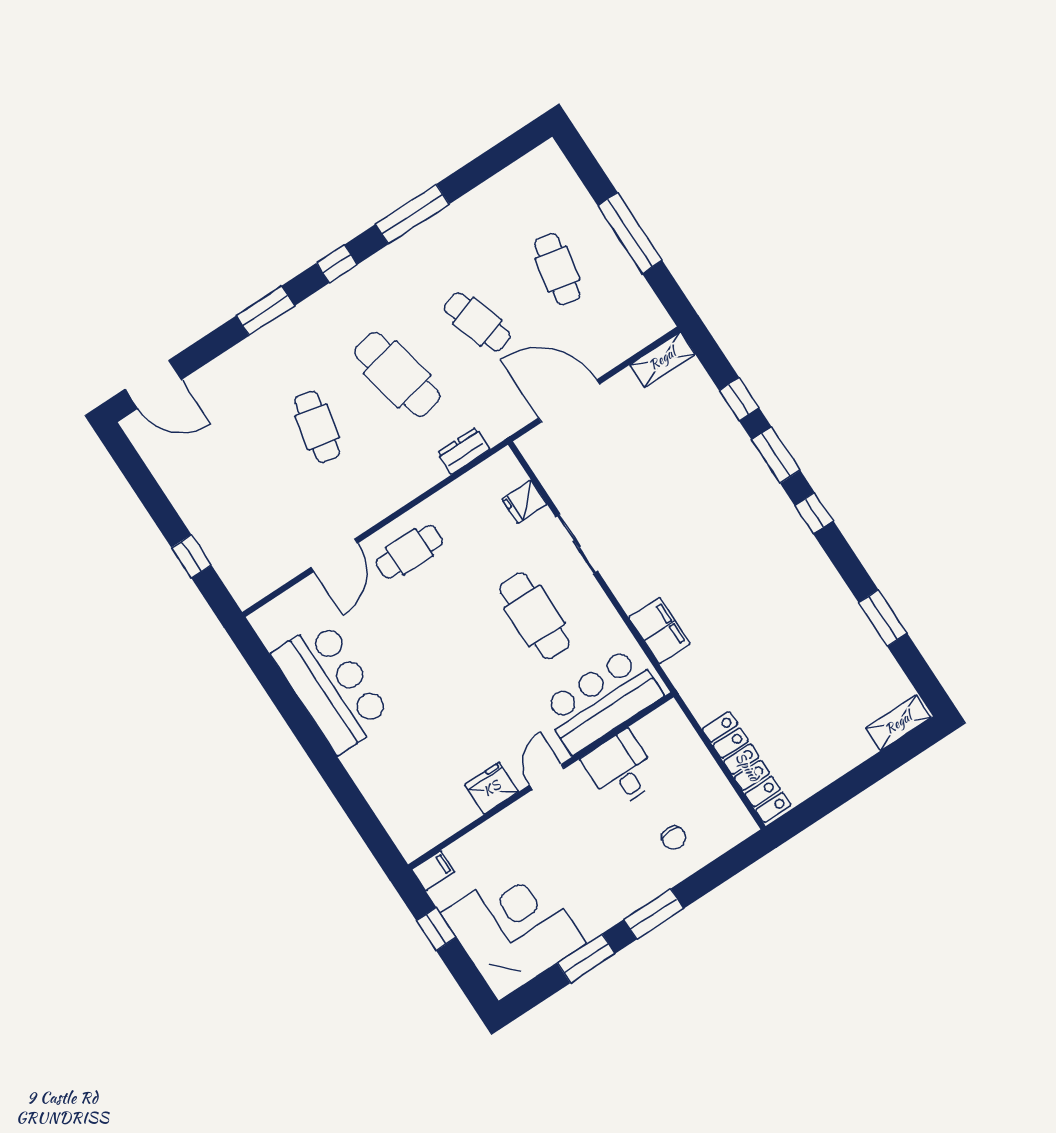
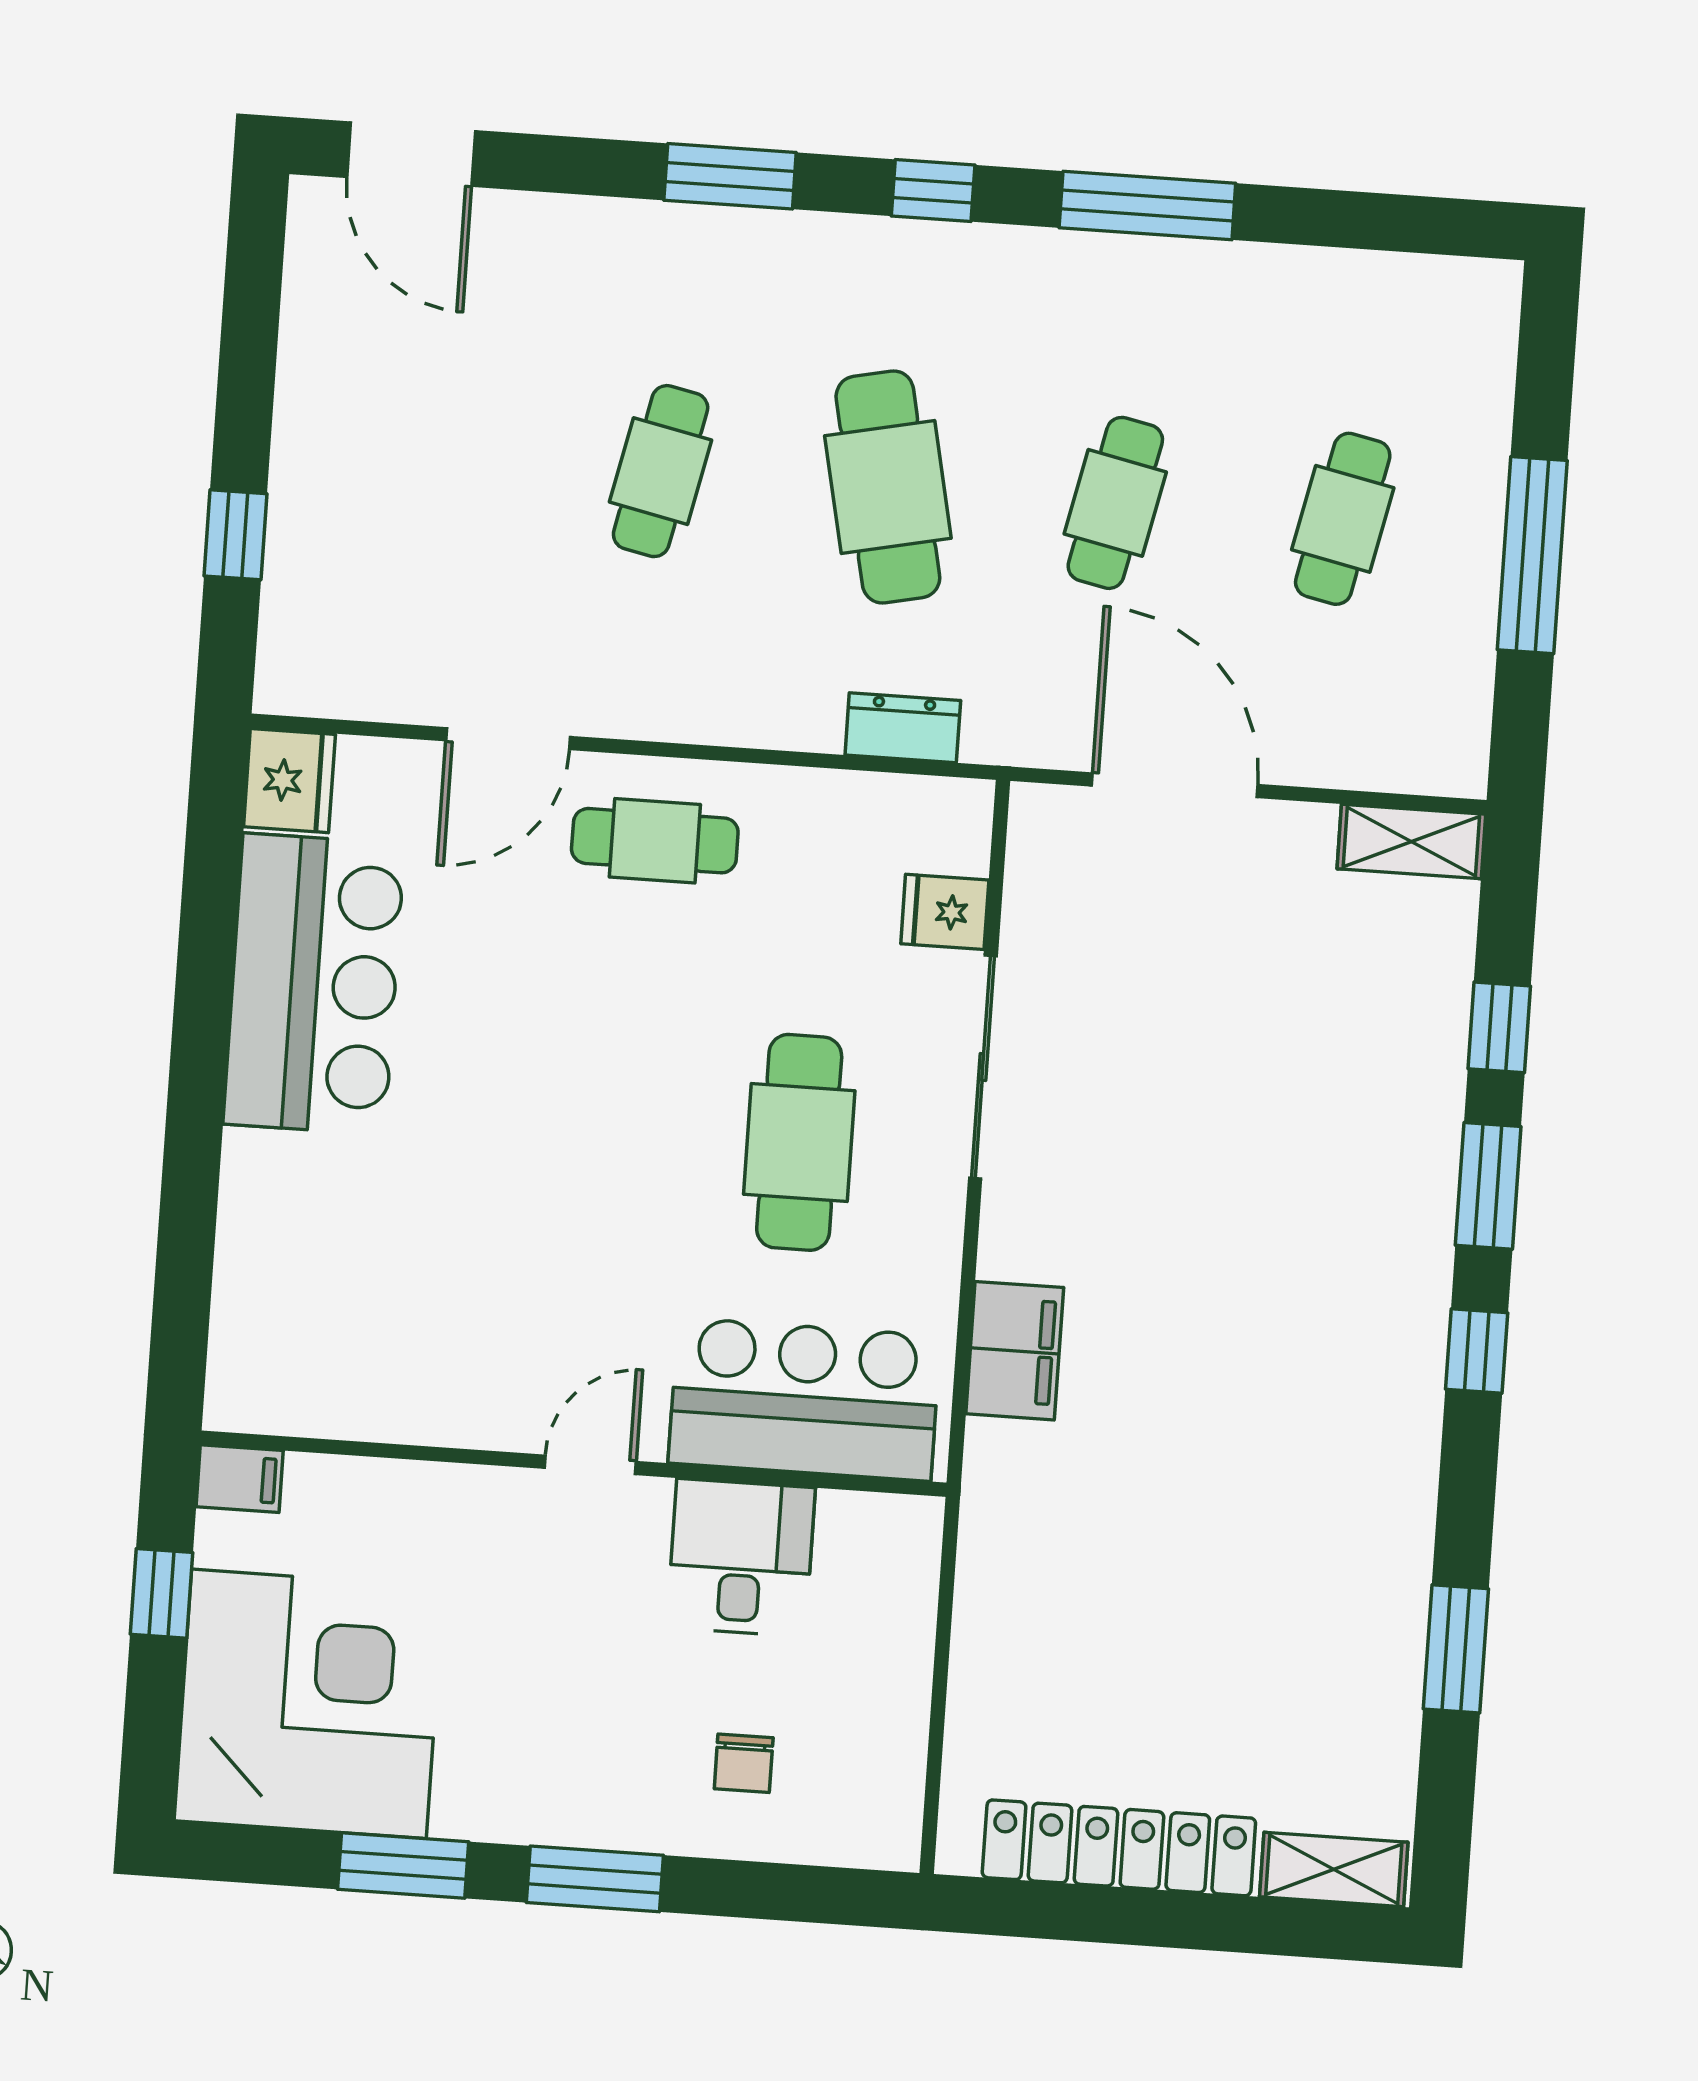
cafe table: (477, 322) -> (1115, 503), turned 30
sliding door: (577, 544) -> (983, 1067), width x1.37
locker: (747, 767) -> (1119, 1848), moved, turned -90
fridge: (492, 788) -> (289, 781), moved, turned 90

